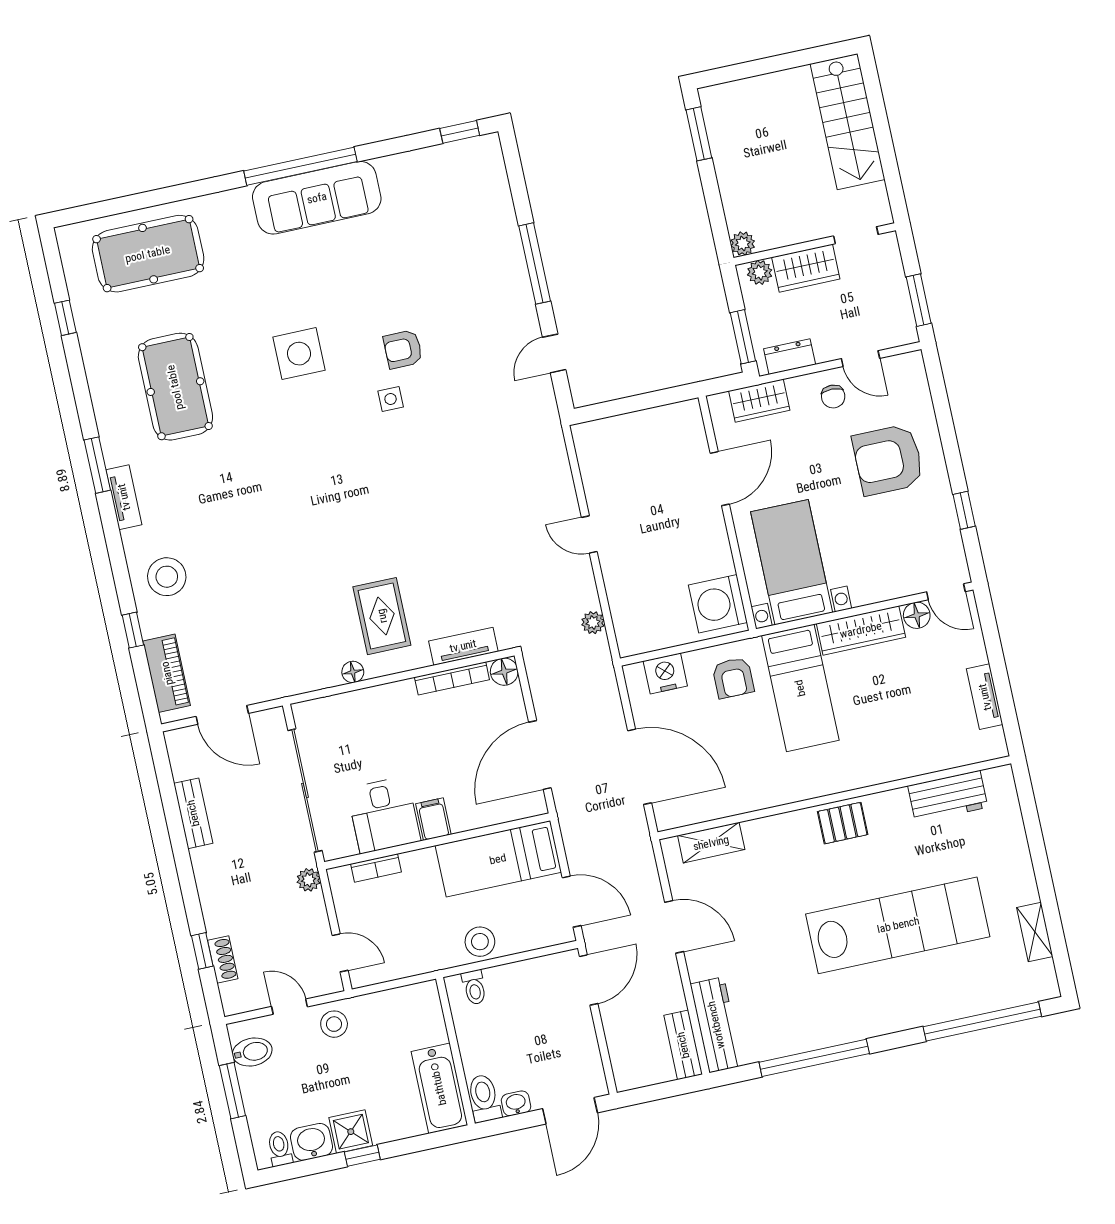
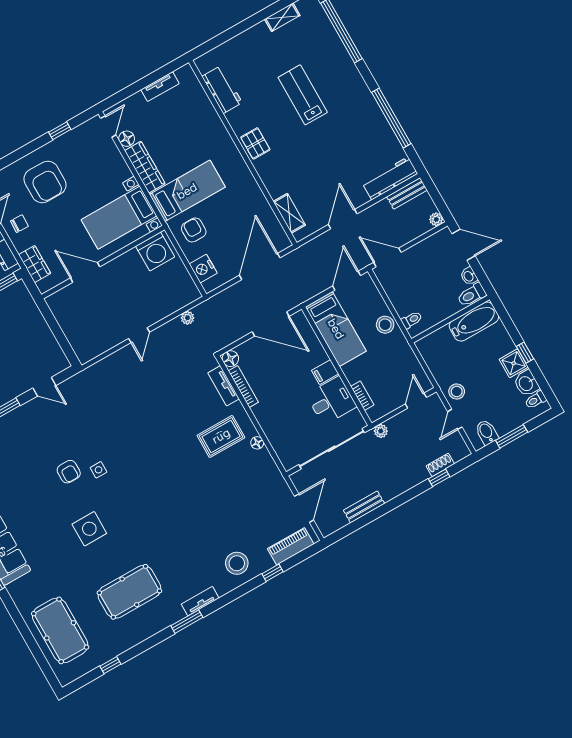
armchair: (733, 678) -> (194, 230), turned -90
lab bench: (898, 925) -> (303, 95), width x0.54, depth x0.72
plant: (626, 1079) -> (436, 219), added

